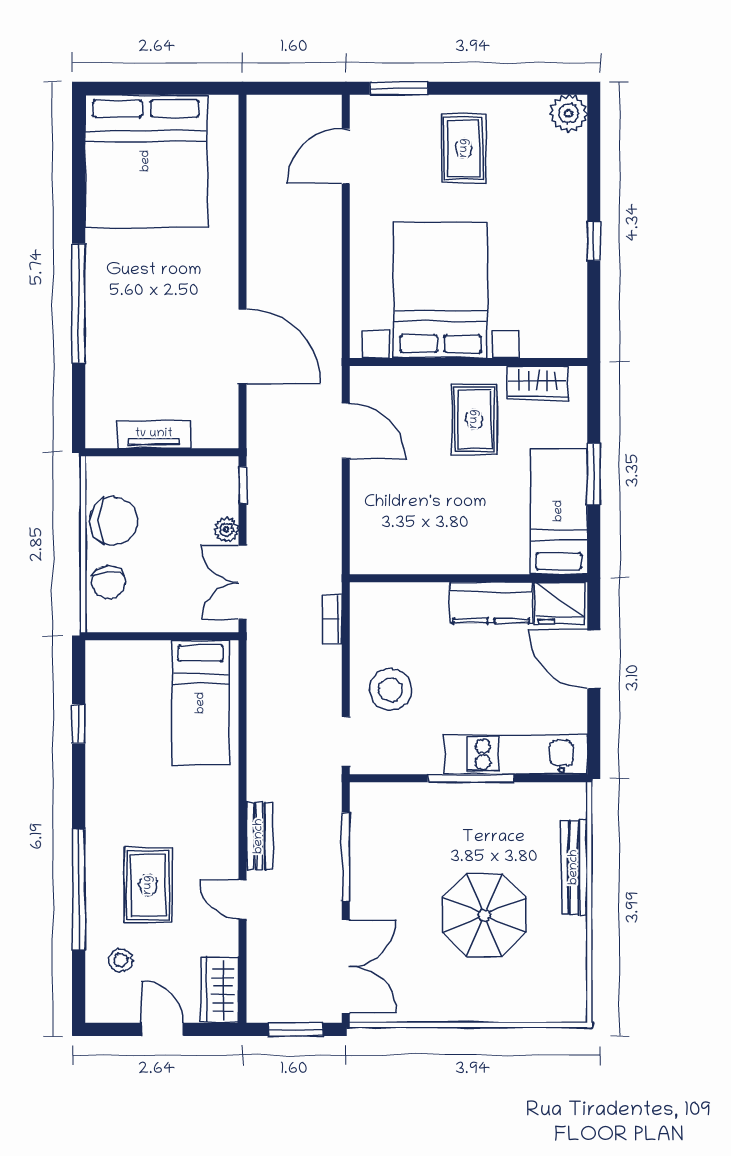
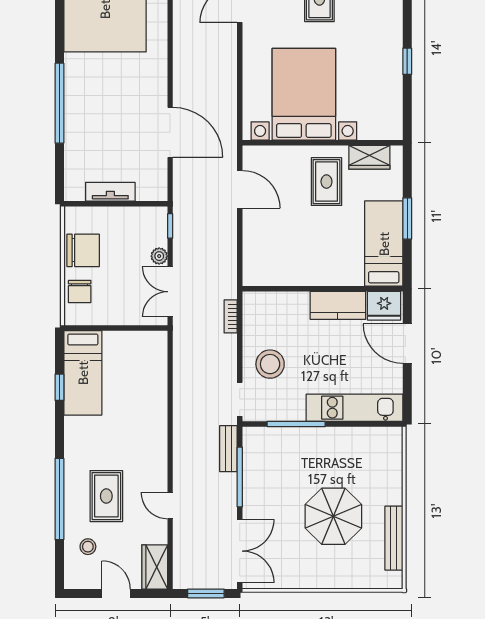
bed: (201, 703) -> (83, 373), moved
window: (471, 778) -> (296, 424), moved
bench: (259, 836) -> (228, 449), moved
bench: (574, 867) -> (394, 538), moved

